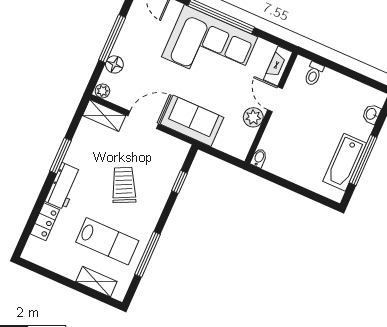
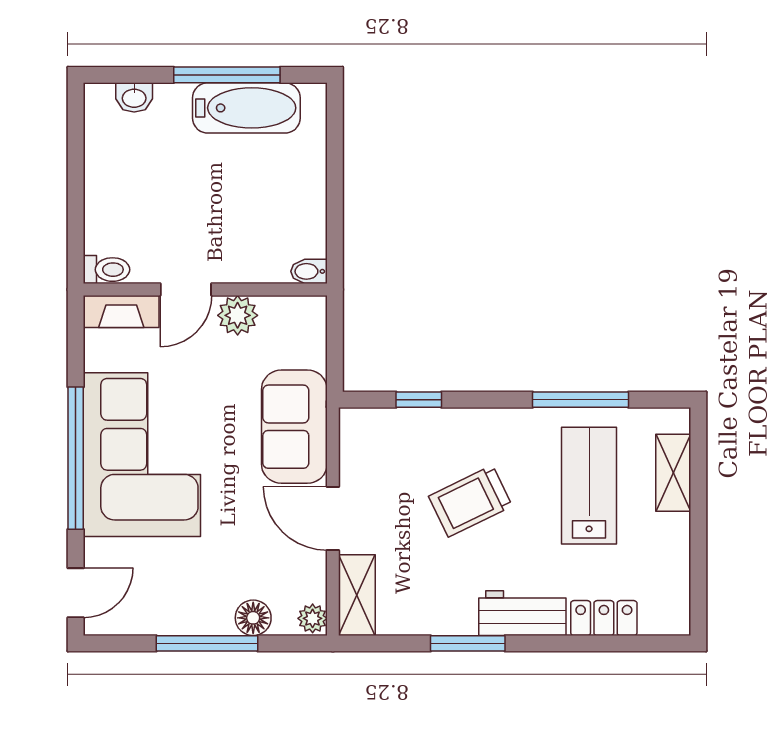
toilet: (314, 74) -> (107, 270), moved

